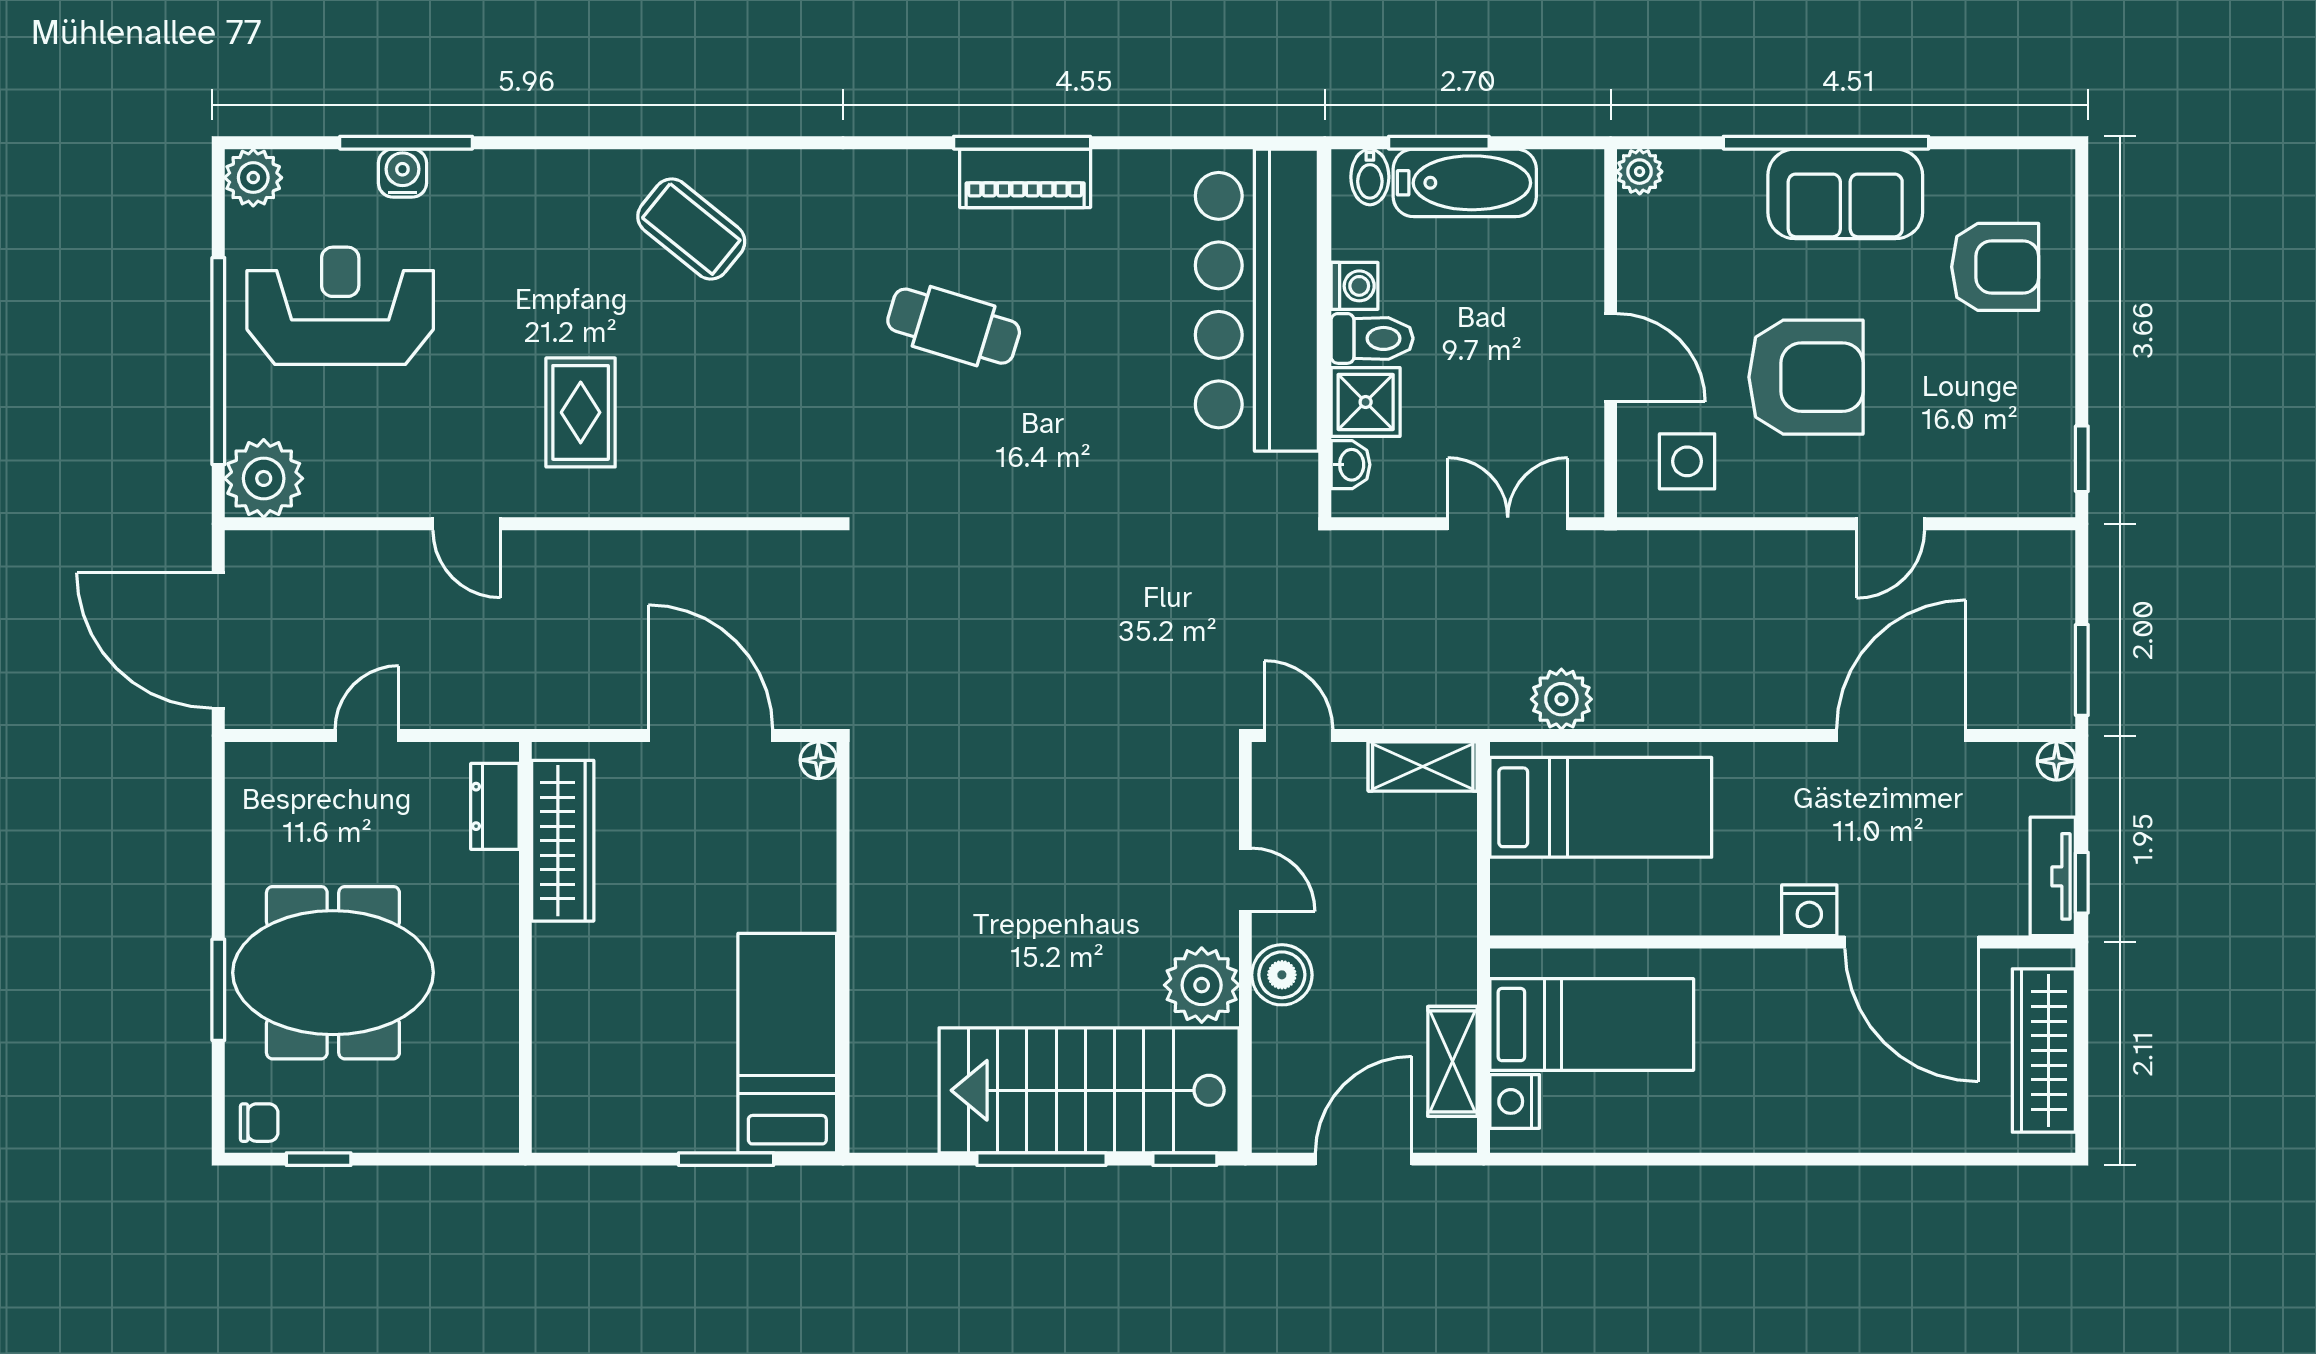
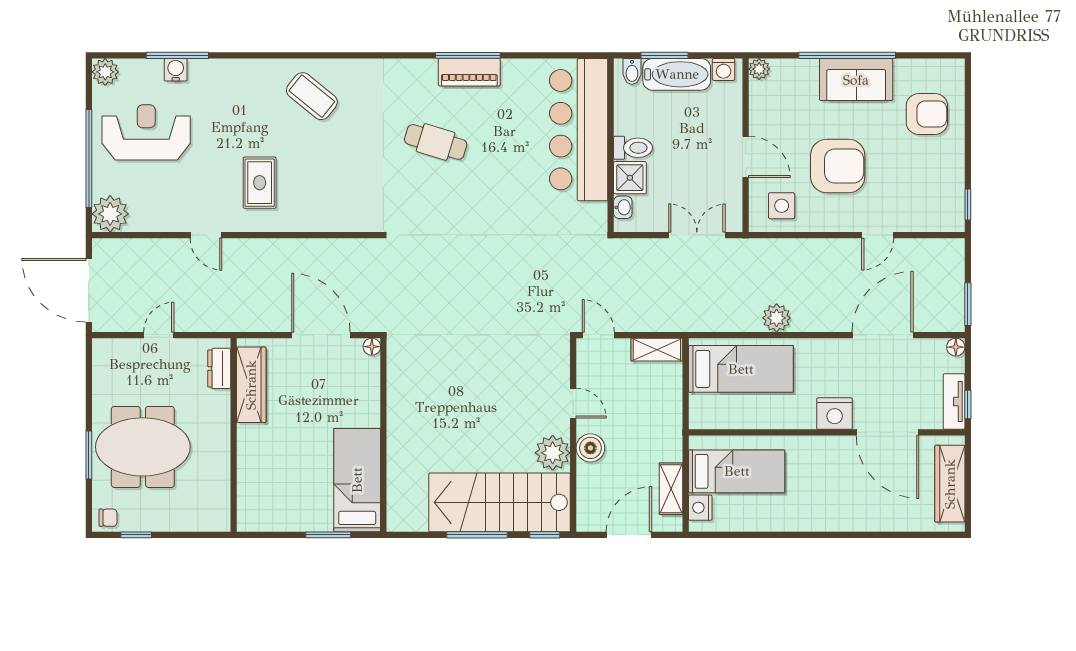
washing machine: (1355, 286) -> (724, 69), moved, turned 90
plant: (1561, 699) -> (777, 318), moved
nightstand: (1809, 910) -> (835, 414), width x1.36, depth x1.33

